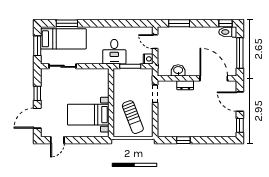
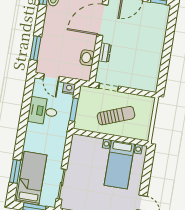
door: (155, 42) -> (51, 78), hinge flipped
desk: (114, 52) -> (43, 111), moved, turned 180
sun lounger: (133, 117) -> (116, 116), moved
window: (183, 140) -> (165, 65), removed

